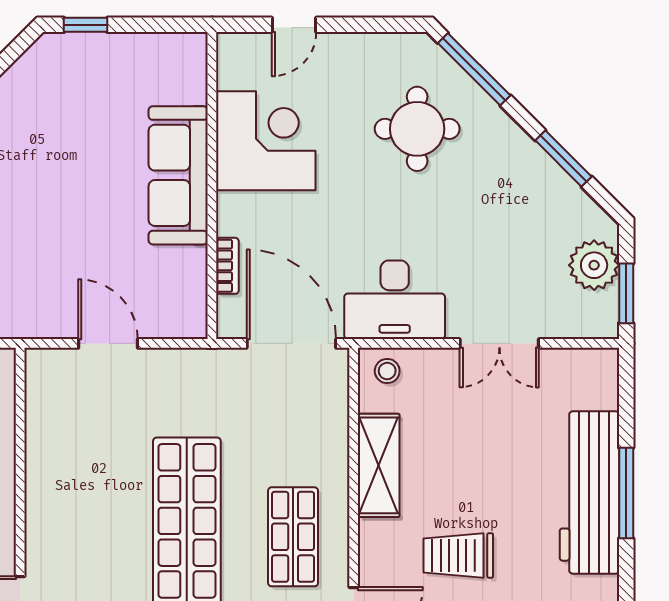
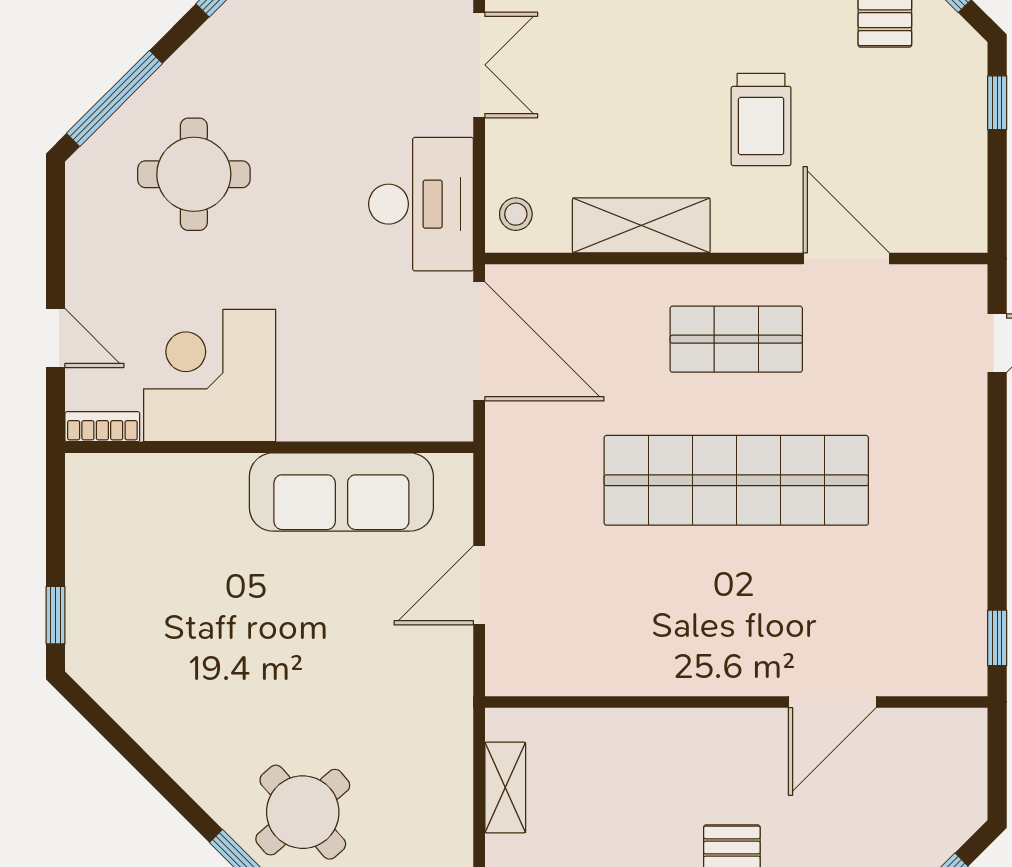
sofa: (178, 175) -> (341, 492), moved
bookcase: (227, 266) -> (102, 427), moved
door: (291, 343) -> (479, 341), swing flipped

